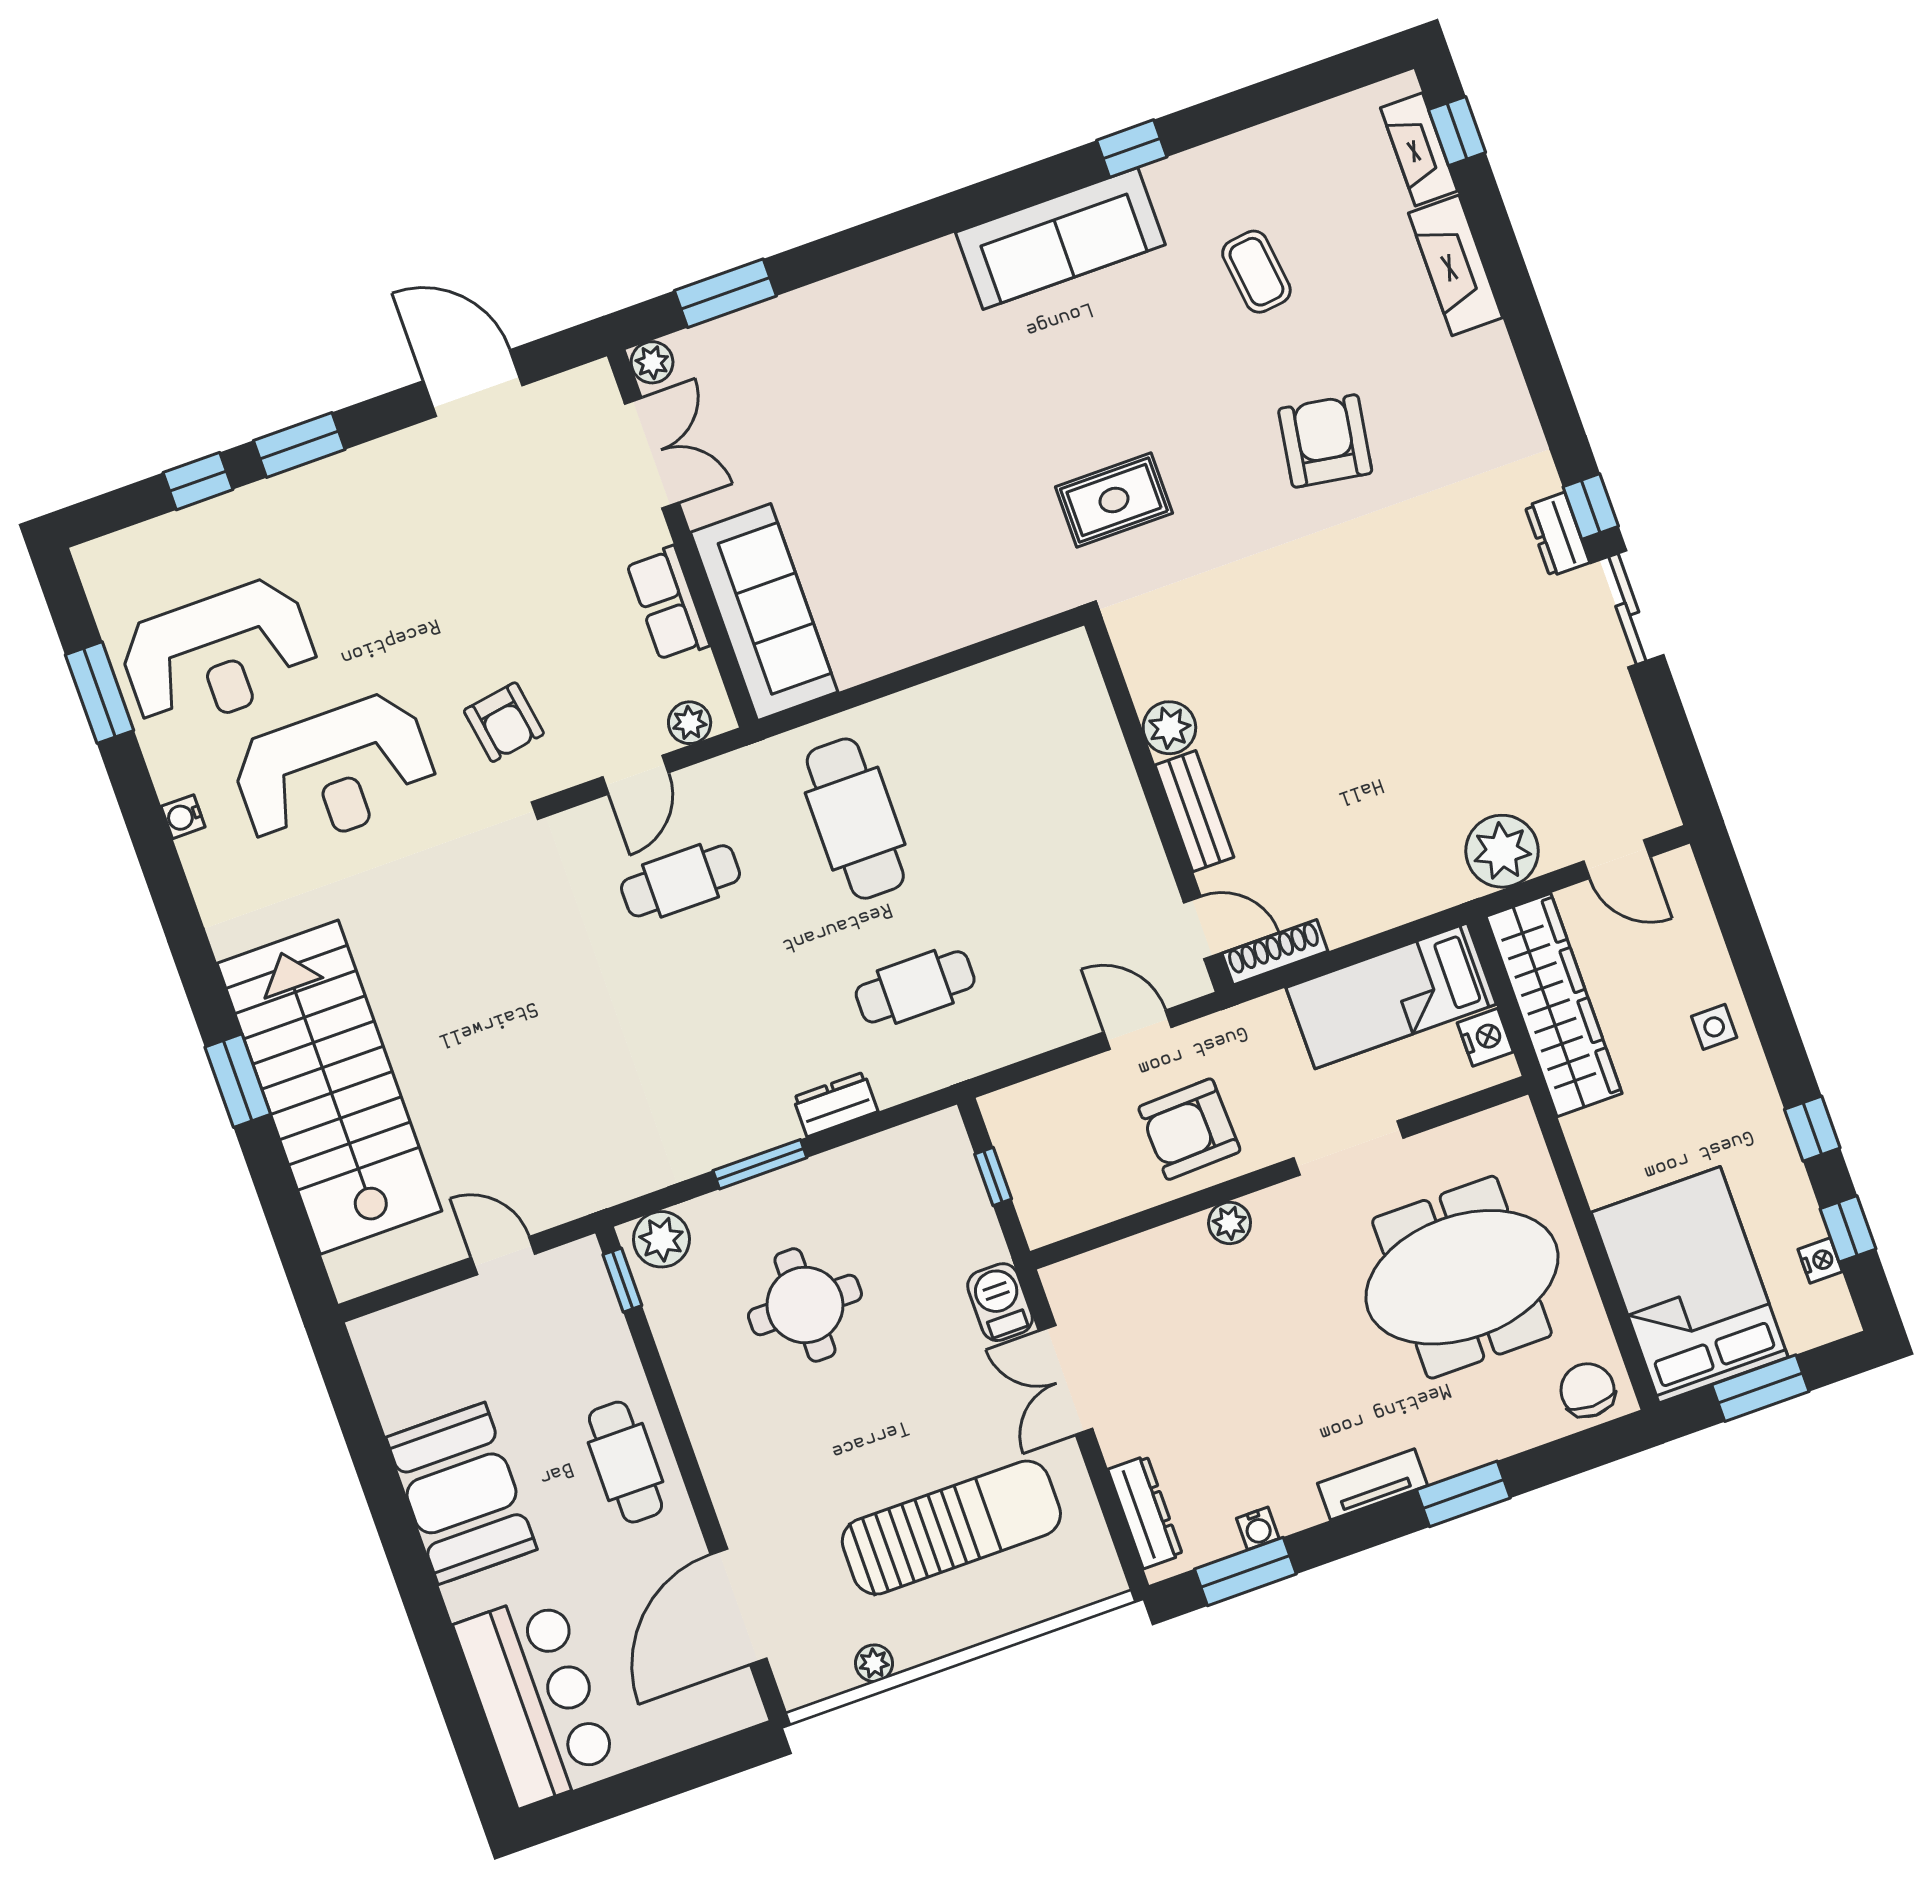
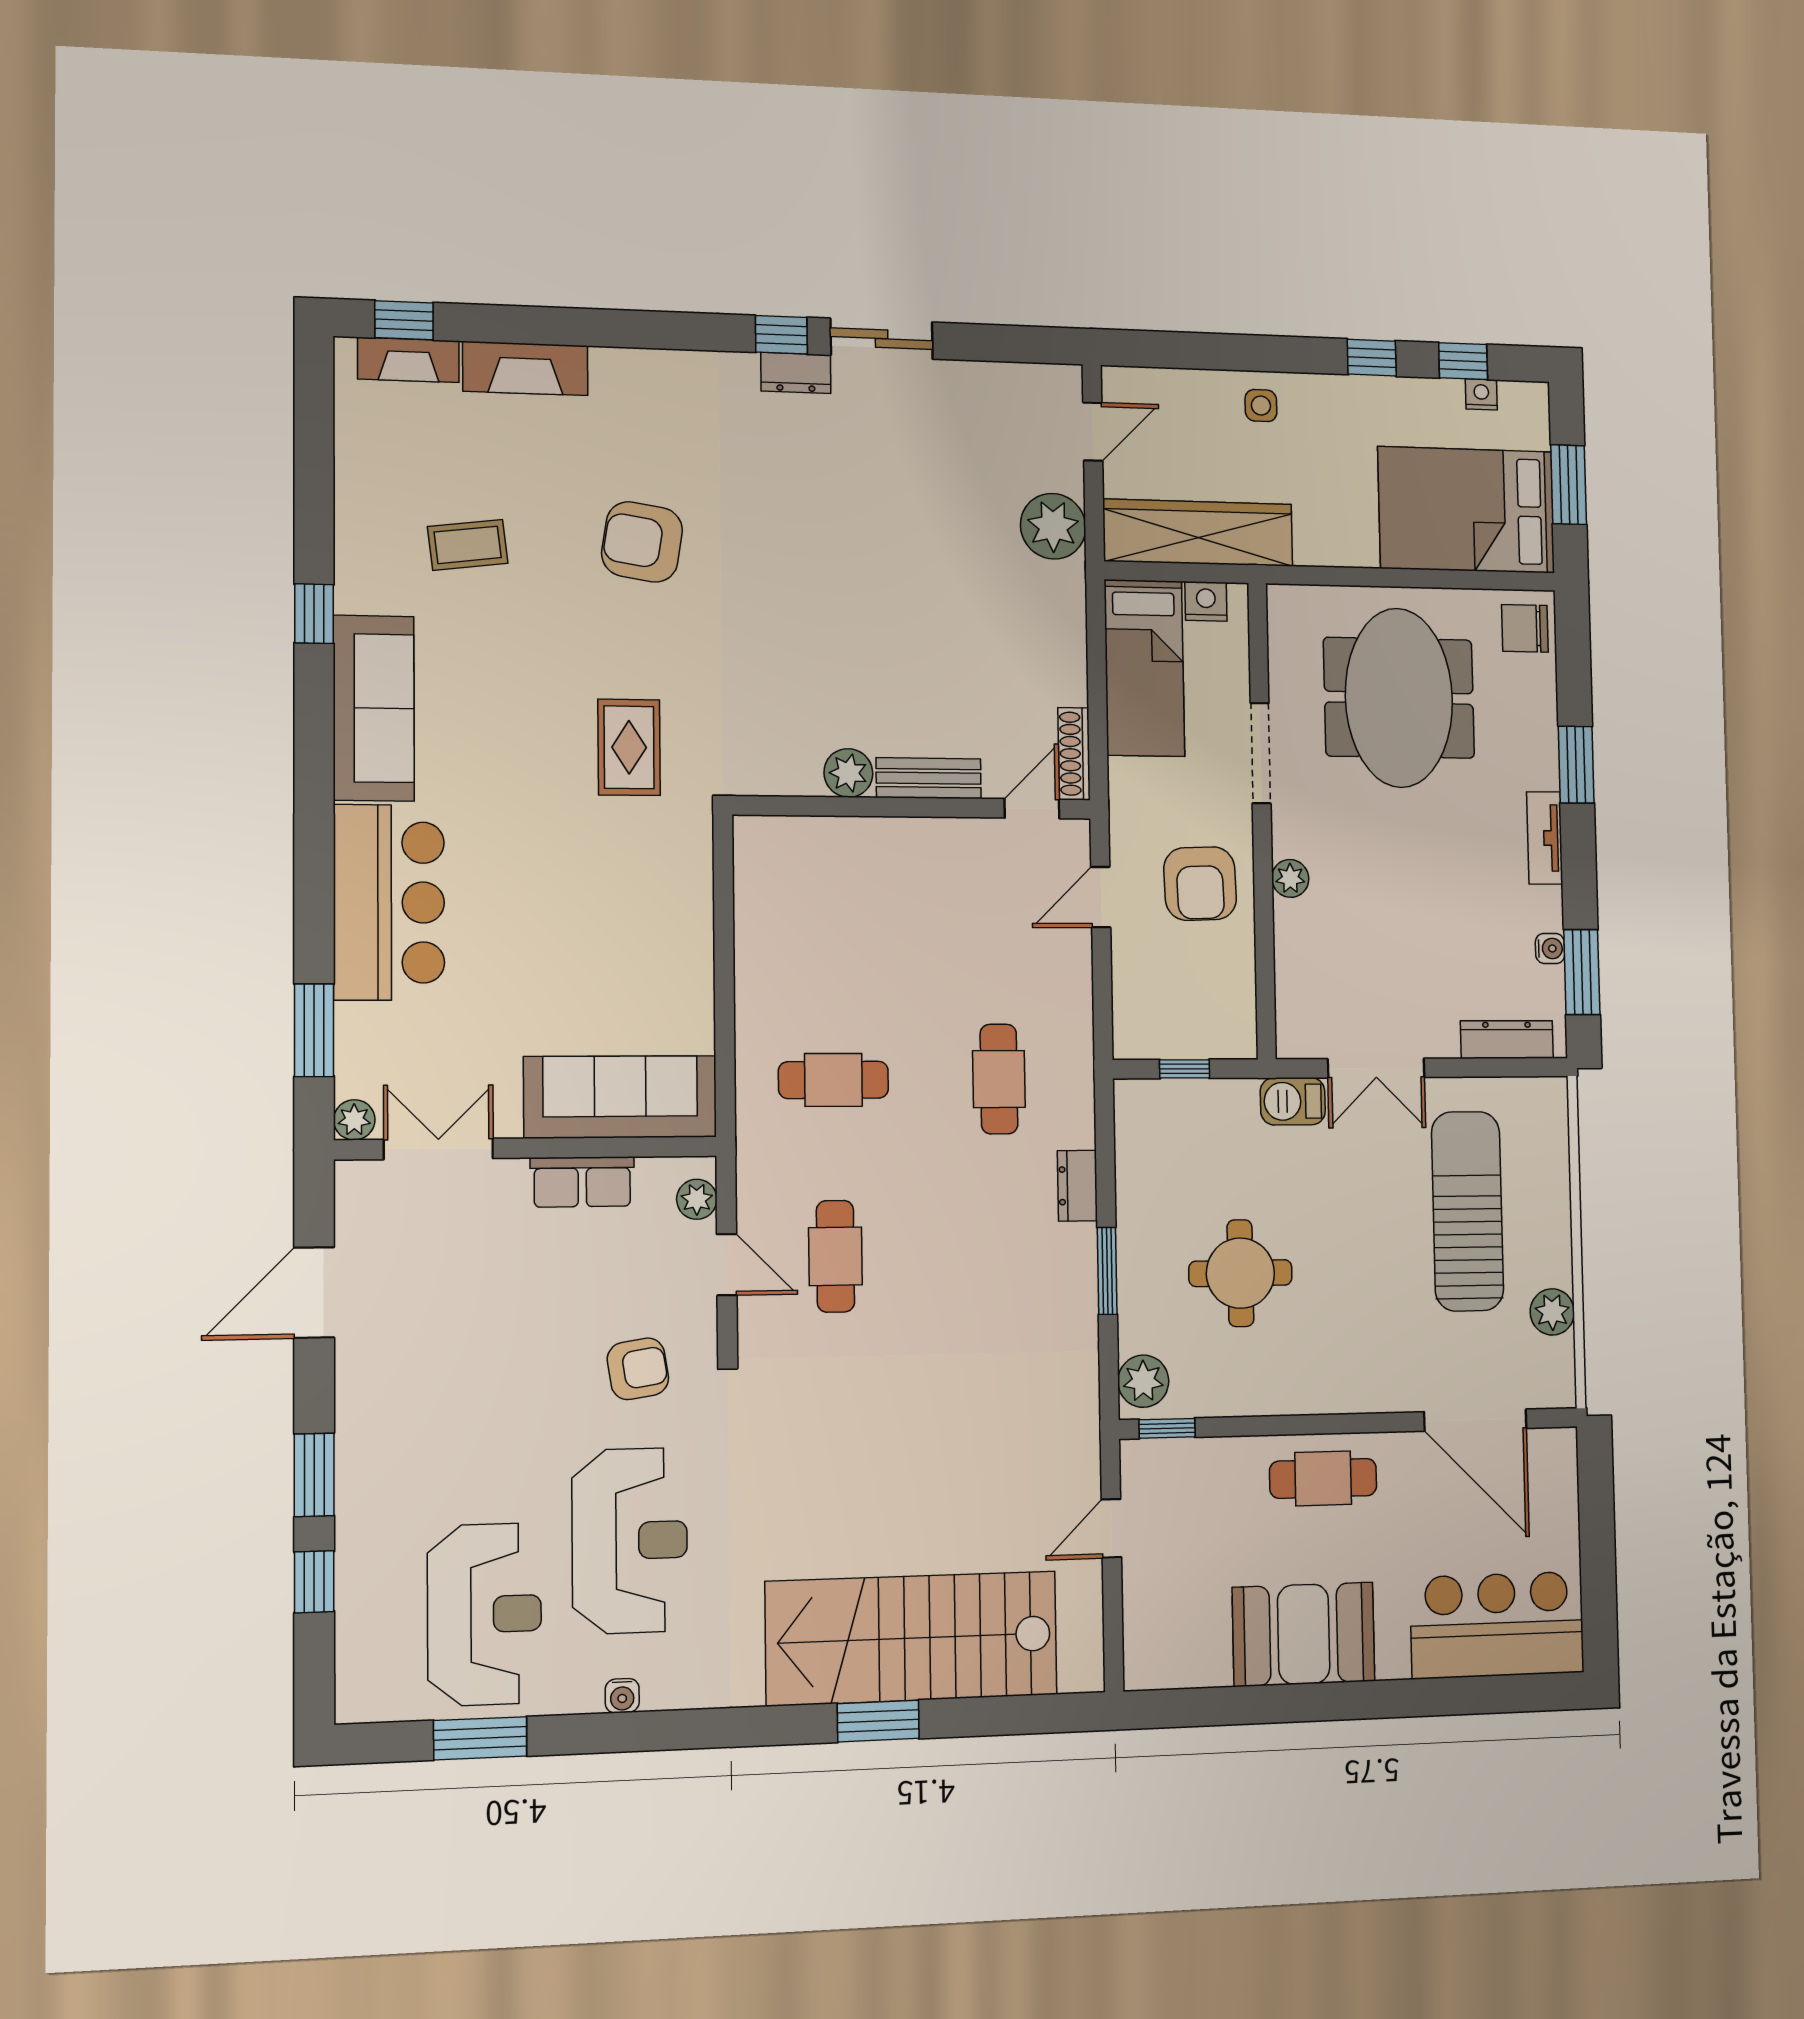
bar counter: (875, 321) -> (389, 902), added
cafe table: (855, 819) -> (833, 1080), width x0.73, depth x0.74
plant: (874, 1663) -> (1552, 1312), width x1.38, depth x1.38

